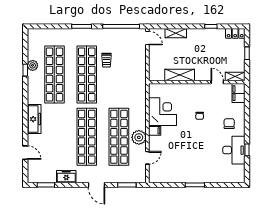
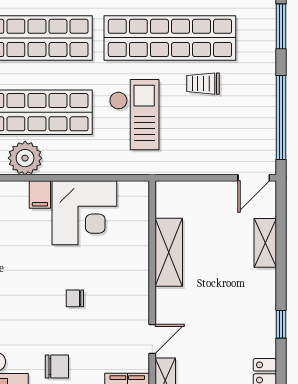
checkout: (120, 90) -> (134, 115), added

